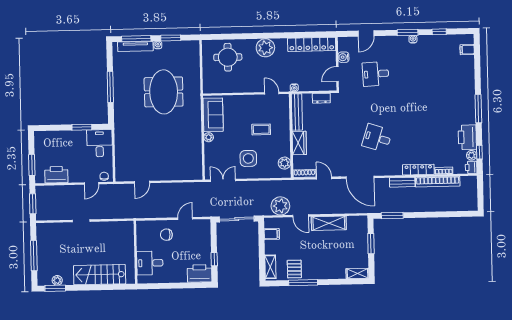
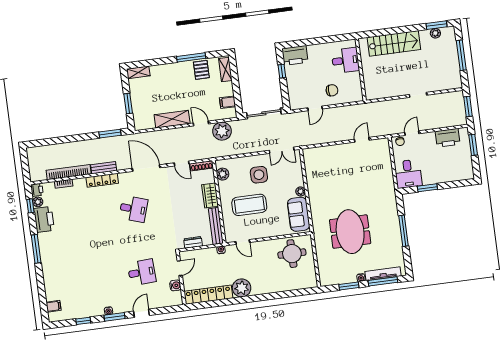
door: (366, 33) -> (141, 313), moved
plant: (265, 48) -> (242, 288), moved
round table: (228, 57) -> (292, 254), moved
coffee table: (261, 129) -> (249, 205), width x1.86, depth x1.72
locker: (418, 170) -> (102, 180), moved

